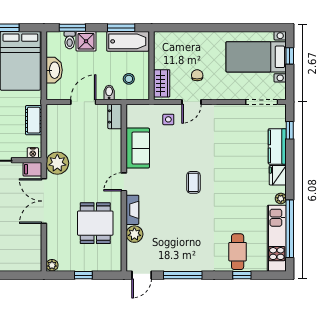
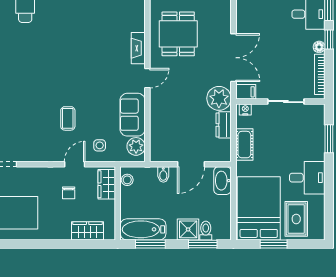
wardrobe: (180, 40) -> (88, 231), added
washbasin: (54, 70) -> (222, 181), moved
stool: (129, 79) -> (127, 180), moved
dresser: (115, 116) -> (224, 125), moved, turned 180
coffee table: (193, 182) -> (68, 118), moved
plant: (134, 234) -> (136, 146), moved

